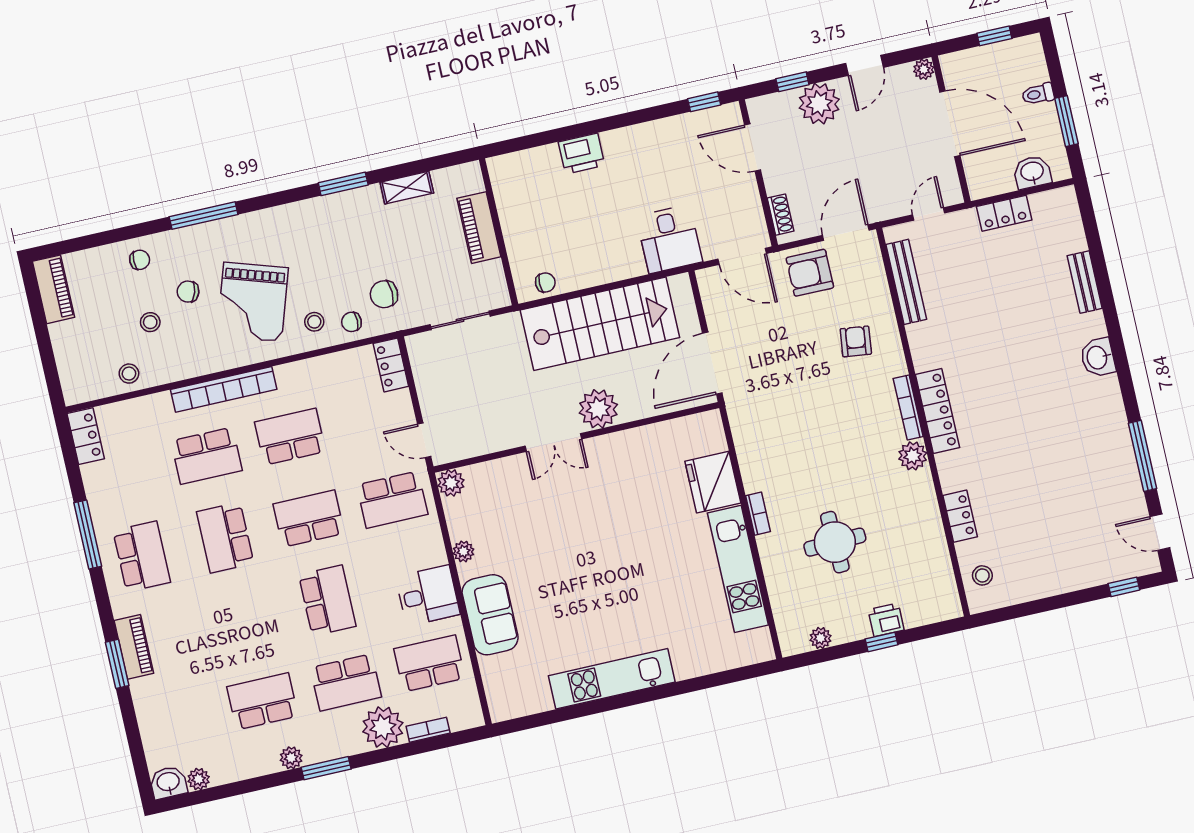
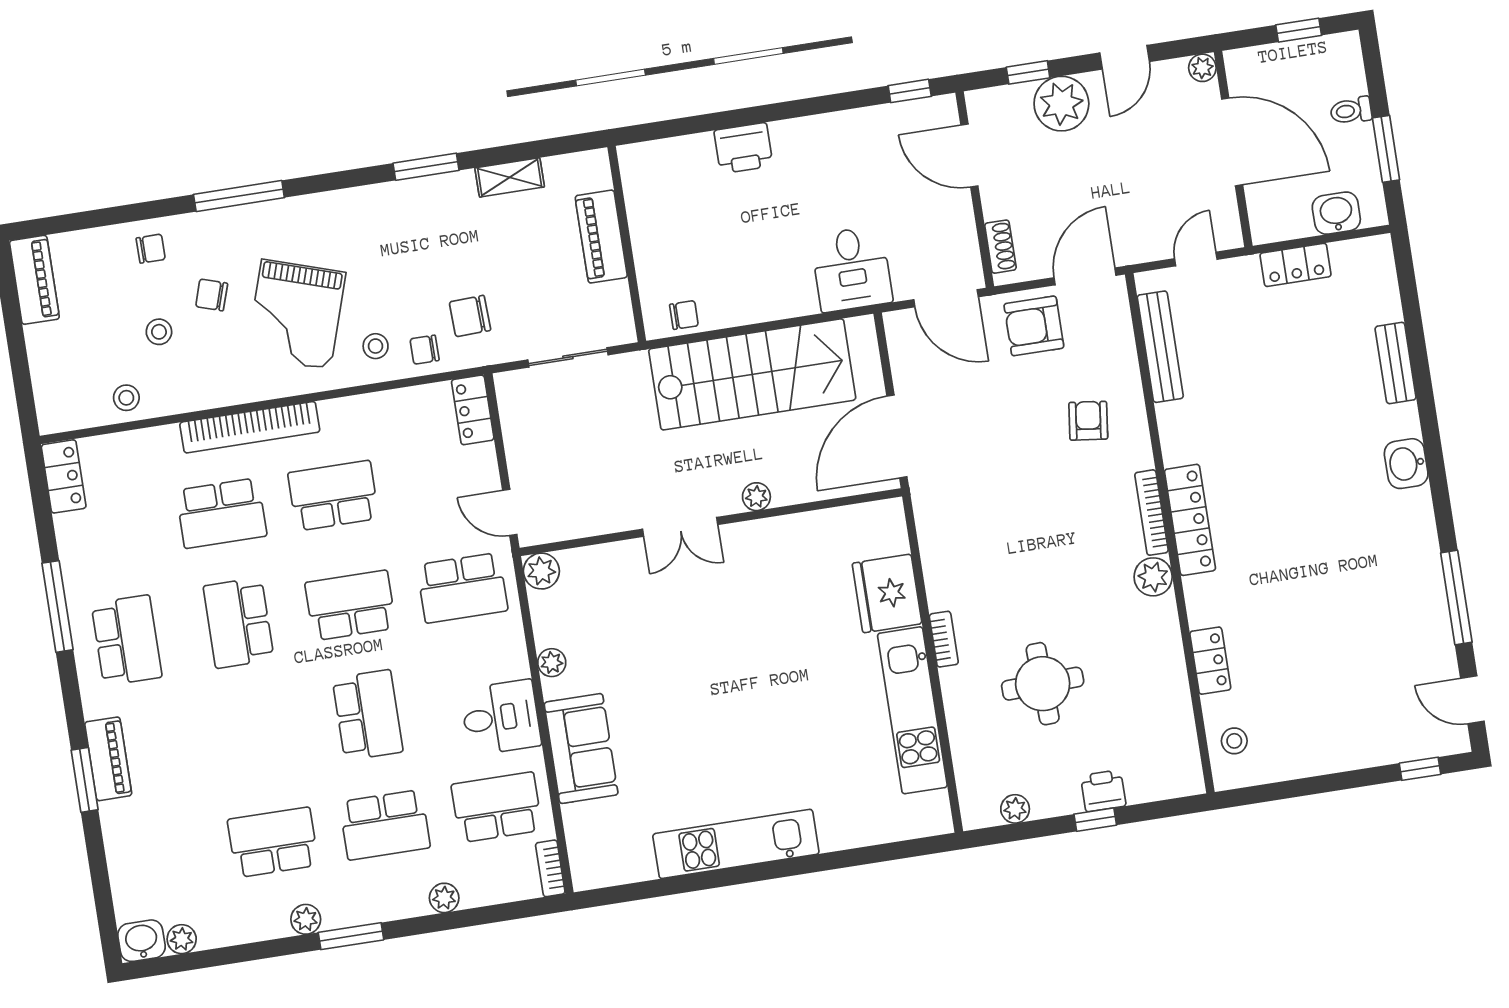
plant: (598, 409) -> (756, 497), width x0.53, depth x0.53
plant: (383, 727) -> (444, 898), width x0.53, depth x0.53
bookcase: (428, 730) -> (550, 868), moved, turned -90

